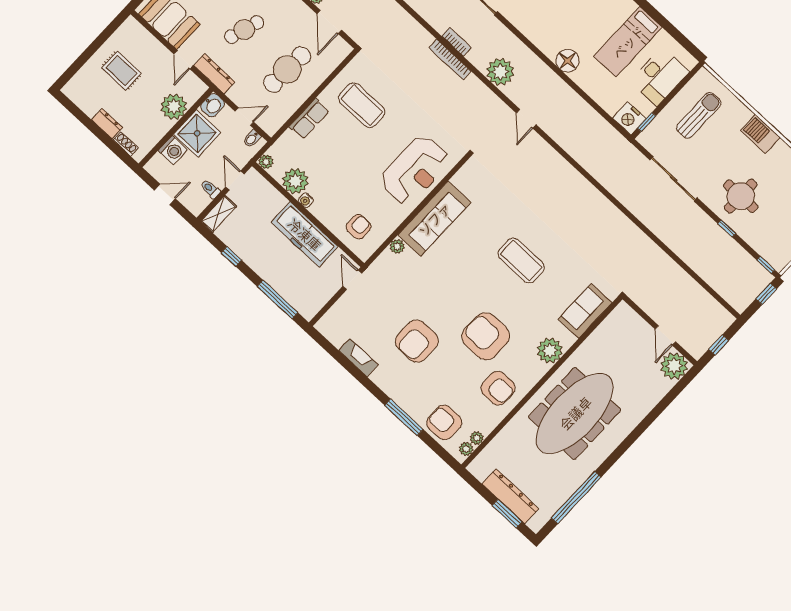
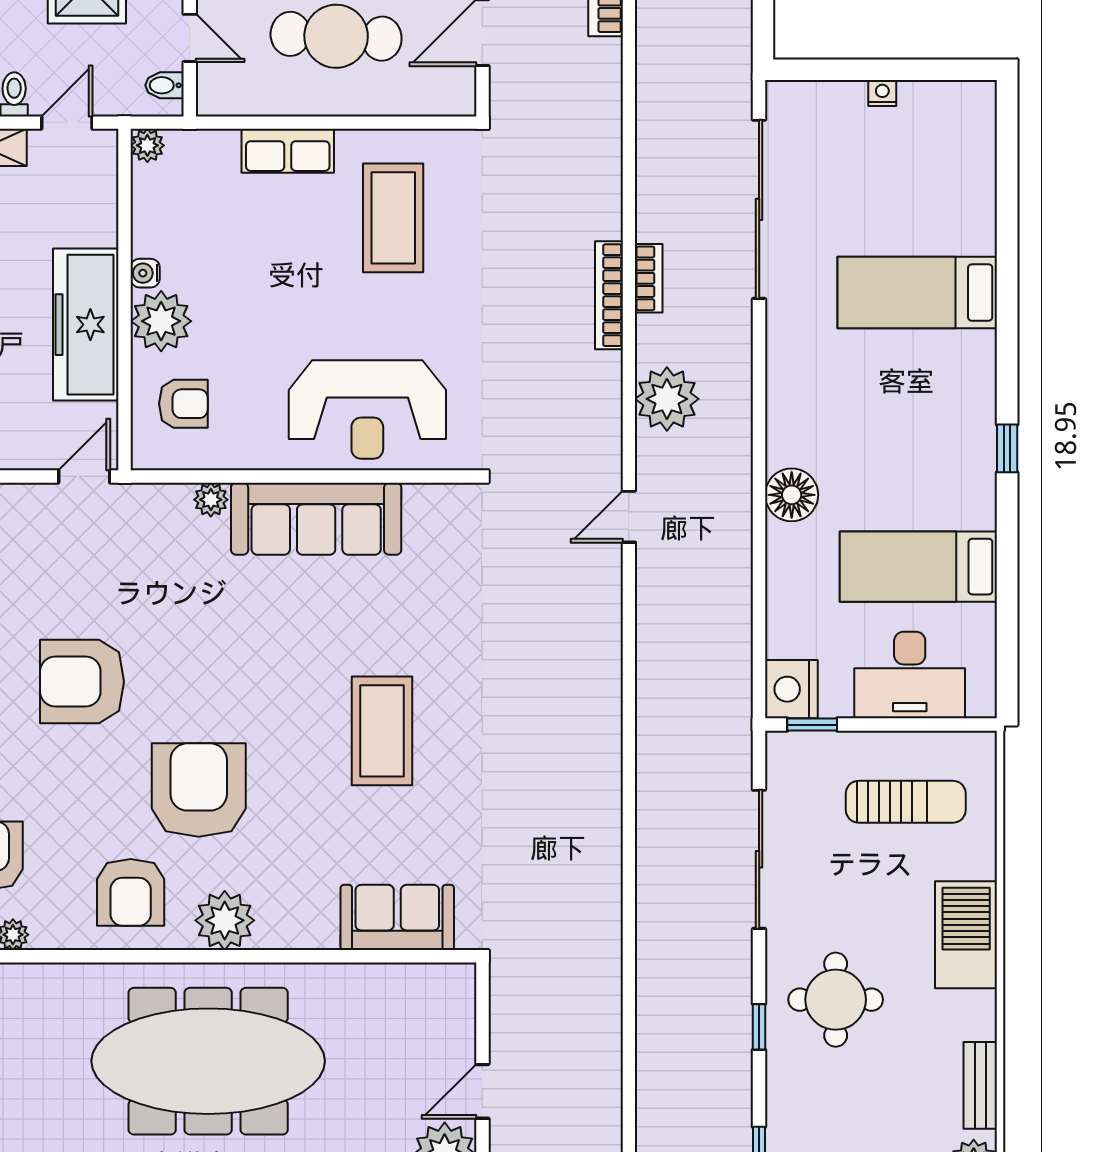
barbecue: (760, 134) -> (966, 935), width x1.37, depth x1.21
plant: (295, 181) -> (161, 321), moved
plant: (550, 351) -> (225, 920), moved

